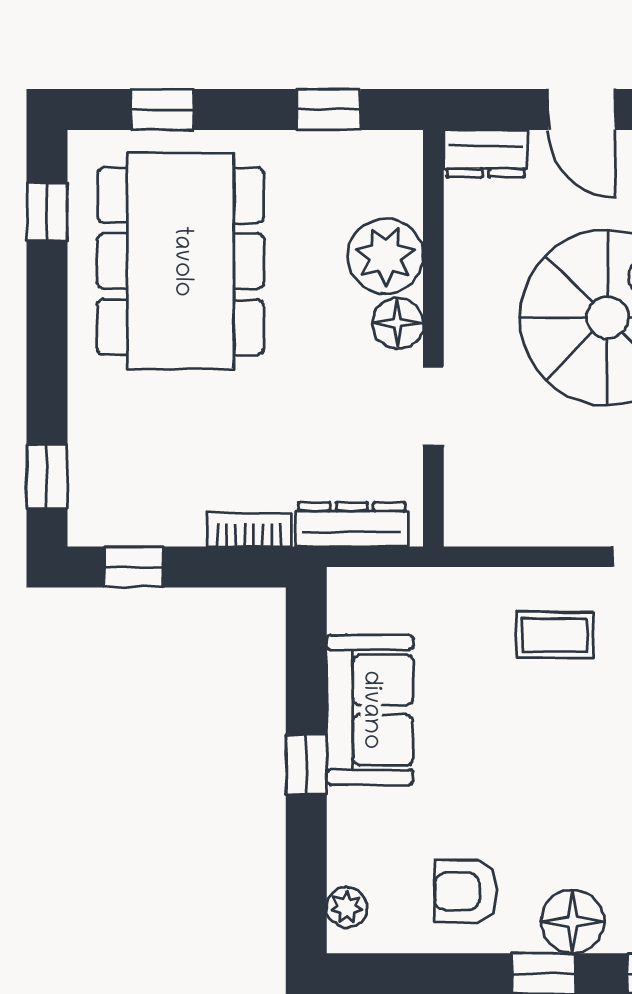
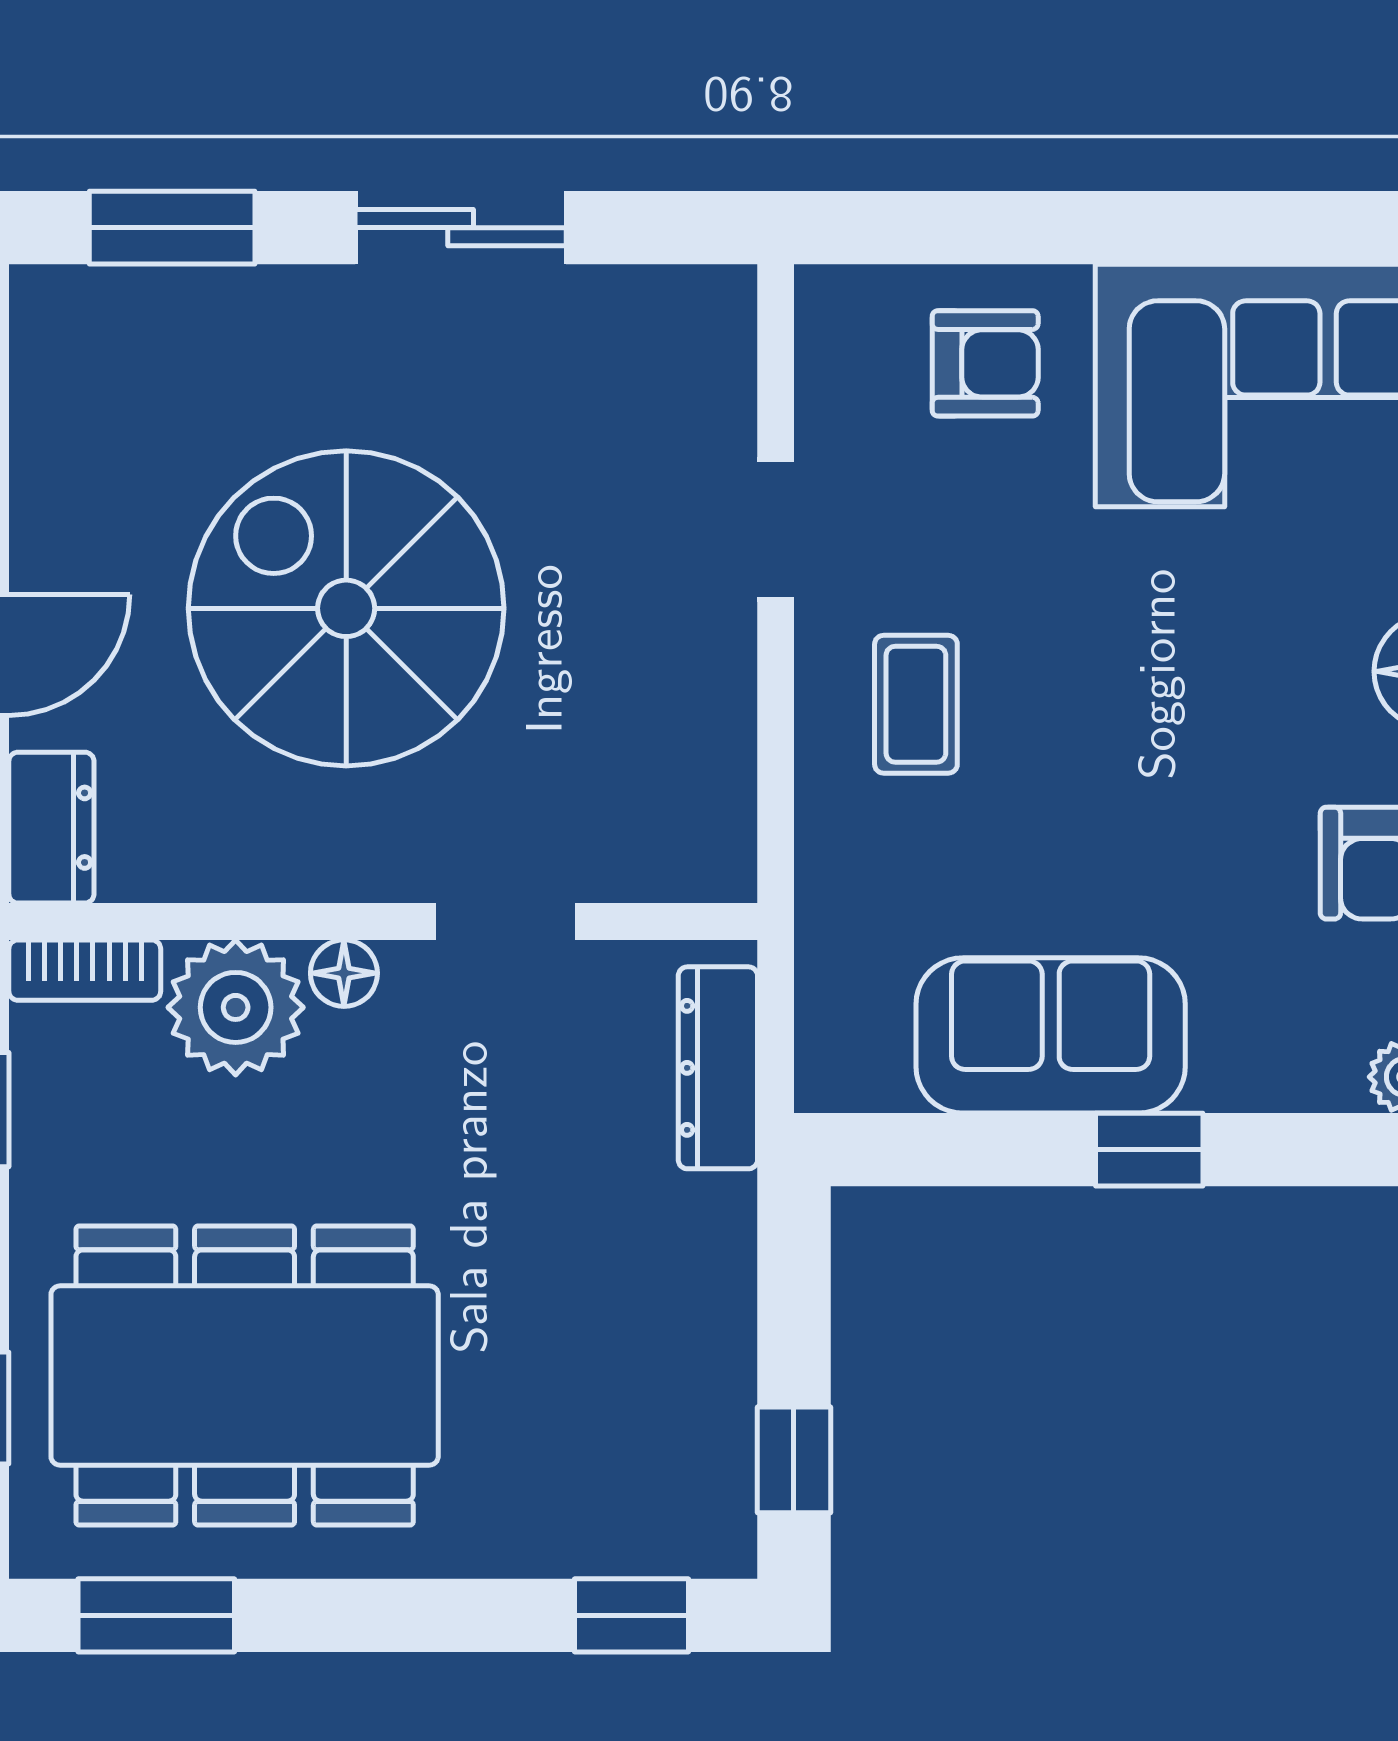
window: (47, 212) -> (156, 1615), width x1.50
floor lamp: (398, 323) -> (344, 973), width x0.73, depth x0.73
bookcase: (249, 530) -> (85, 970), moved, turned -90

